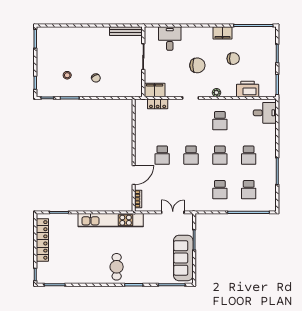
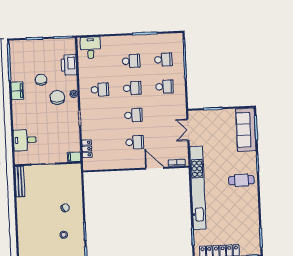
chair: (197, 65) -> (57, 97), moved
filing cabinet: (155, 90) -> (74, 157), width x0.50
kitchen unit: (111, 220) -> (198, 188), width x1.36
sofa: (183, 258) -> (246, 130), moved, turned 90

